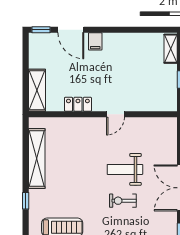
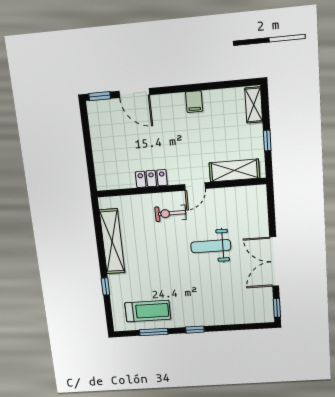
filing cabinet: (95, 41) -> (194, 102), moved
shelving: (37, 90) -> (234, 170), moved, turned 90
exercise bike: (123, 201) -> (171, 213), moved

